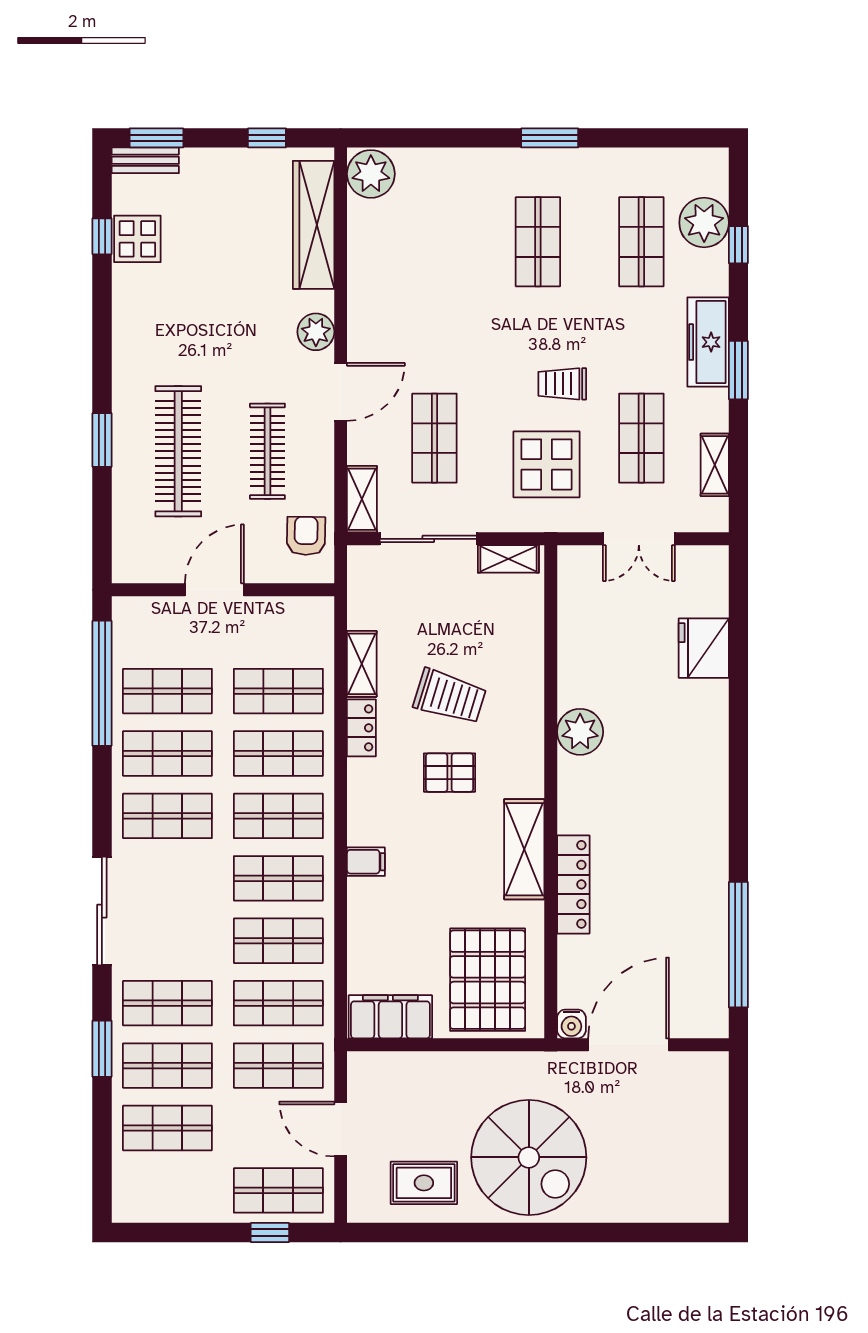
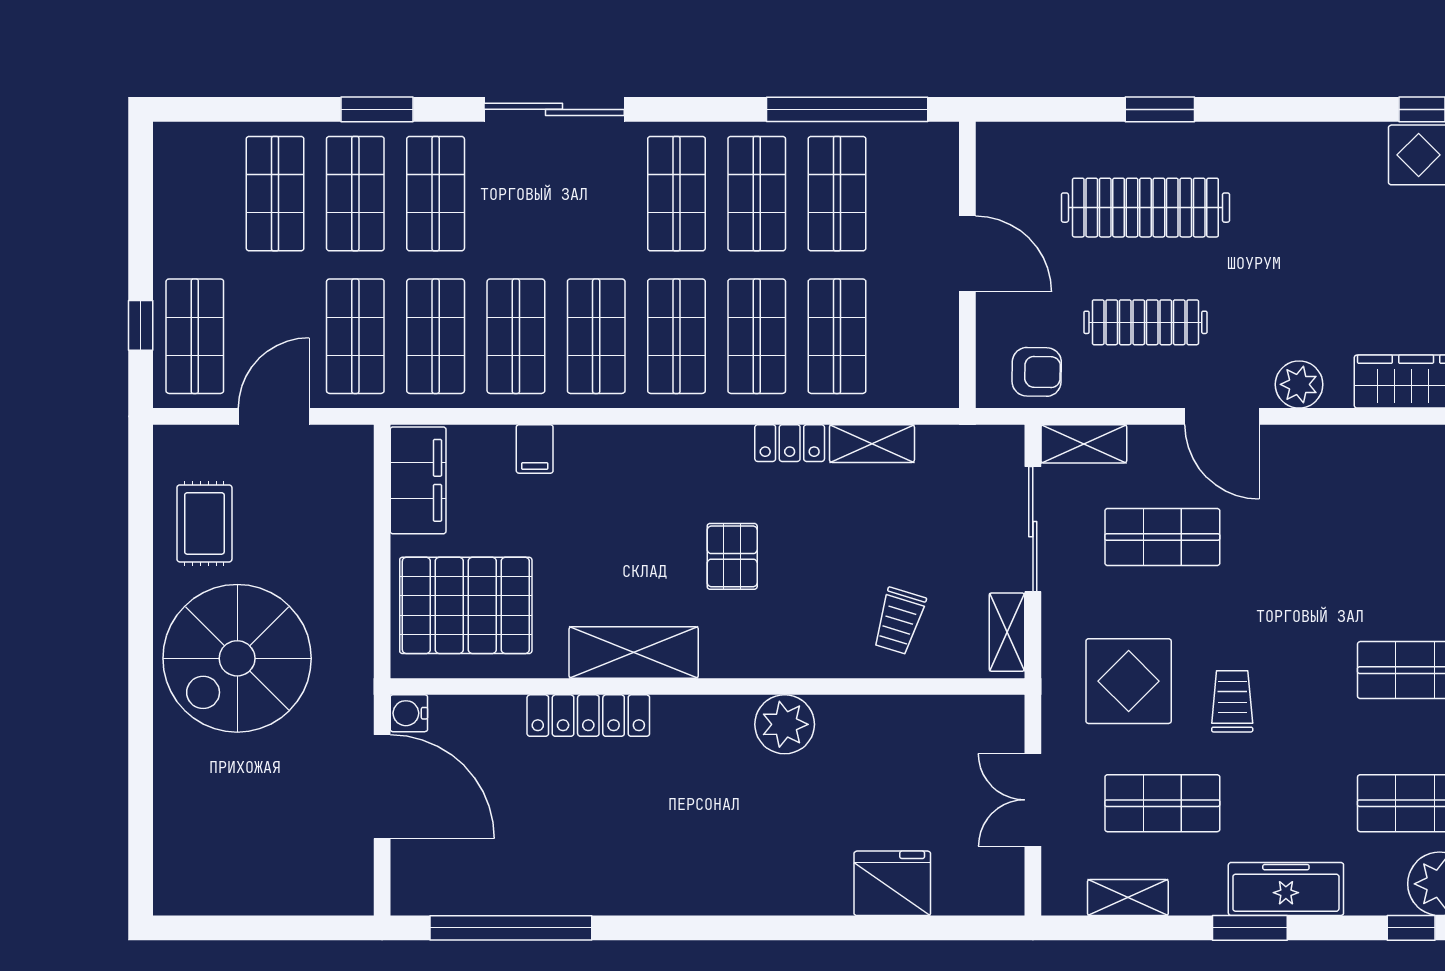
trolley: (450, 697) -> (899, 621), moved, width x0.73, depth x0.72
filing cabinet: (366, 862) -> (535, 449), moved

